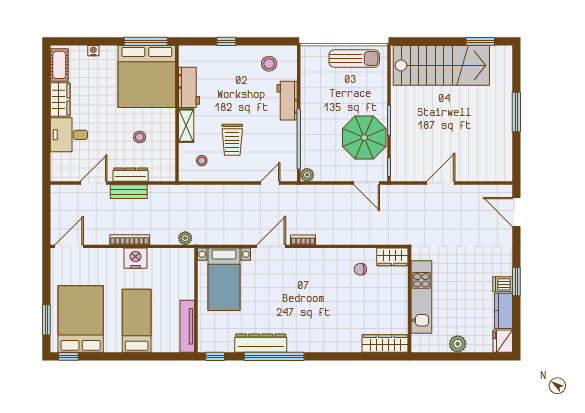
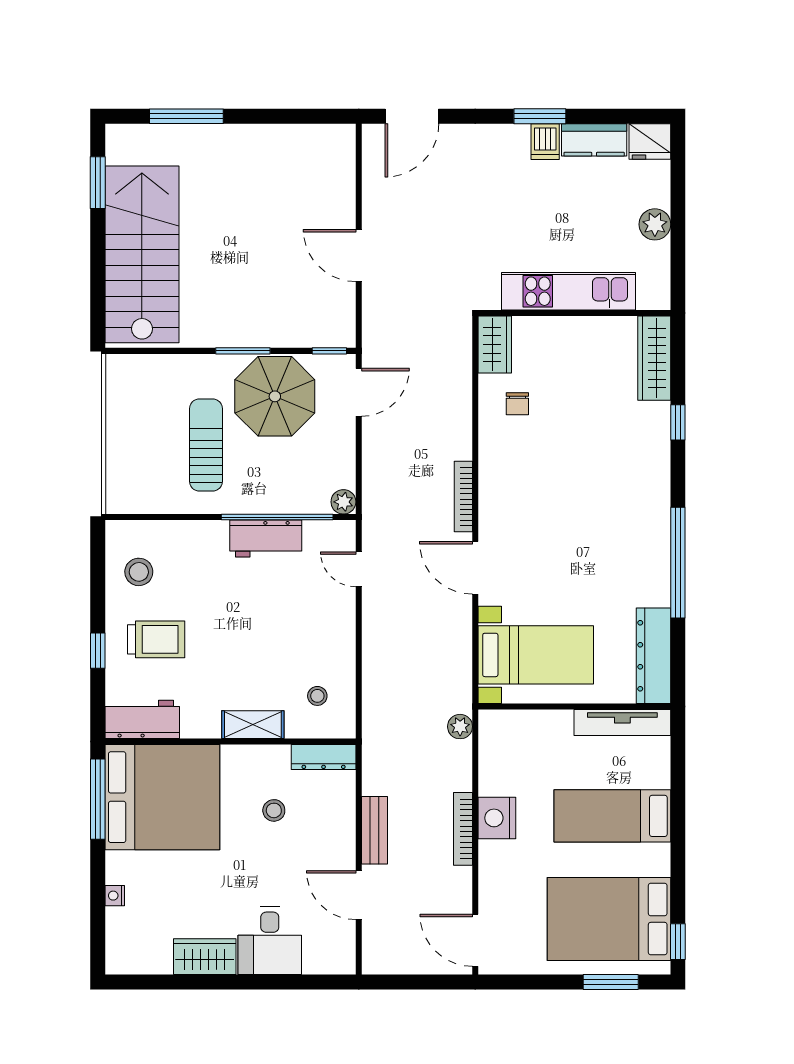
sun lounger: (354, 59) -> (206, 445), moved
cot: (59, 65) -> (141, 958), removed
workbench: (189, 87) -> (142, 719), moved
workbench: (287, 101) -> (266, 538), moved
window: (516, 112) -> (186, 116), moved
trolley: (232, 140) -> (156, 639), moved
dresser: (131, 175) -> (324, 757), moved, turned -90
bookcase: (303, 240) -> (463, 497), width x1.56
dresser: (261, 343) -> (654, 656), moved
window: (215, 356) -> (678, 422), moved

